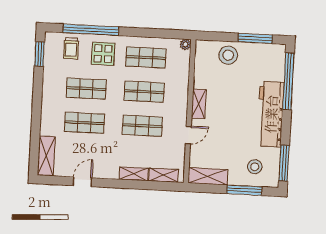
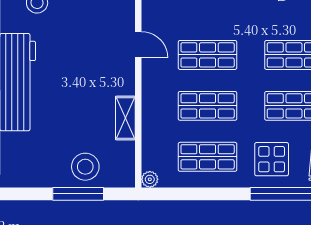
window: (255, 38) -> (78, 194), moved
shelving: (199, 104) -> (125, 118), moved
door: (188, 135) -> (138, 45), swing flipped

